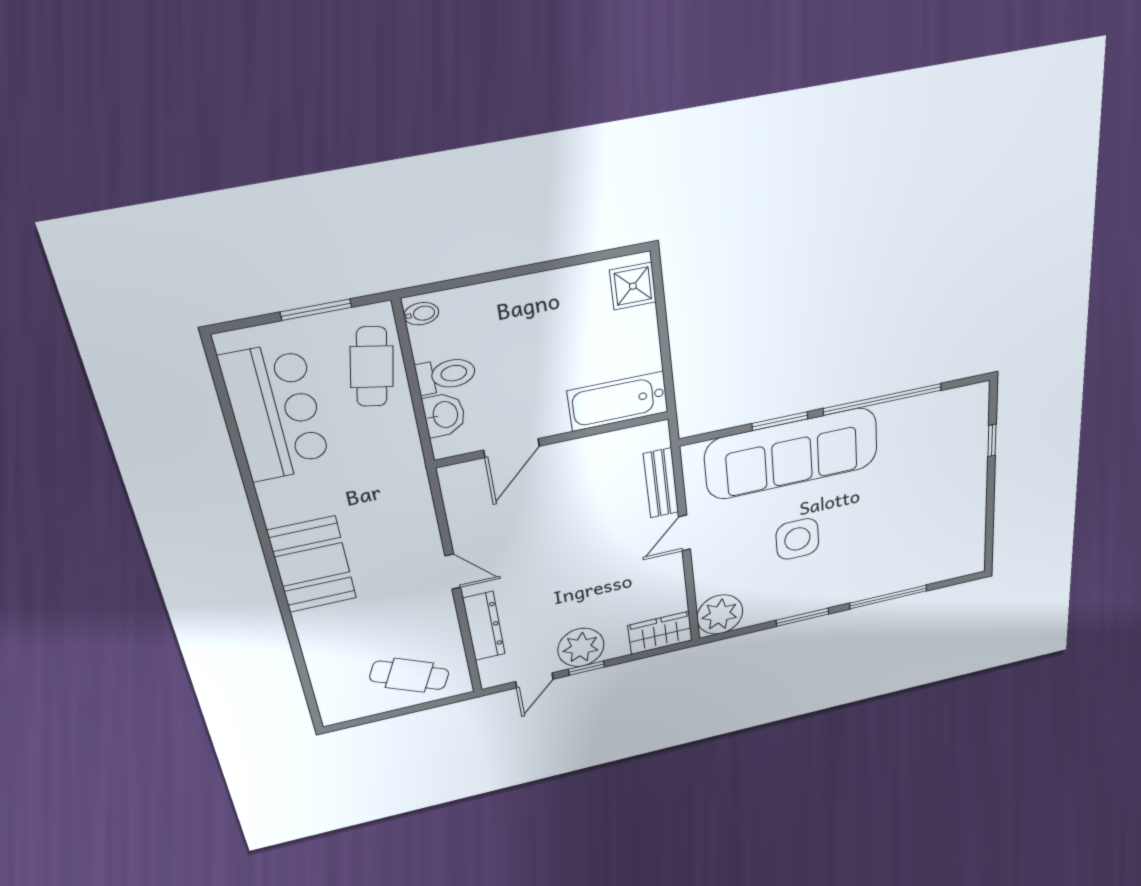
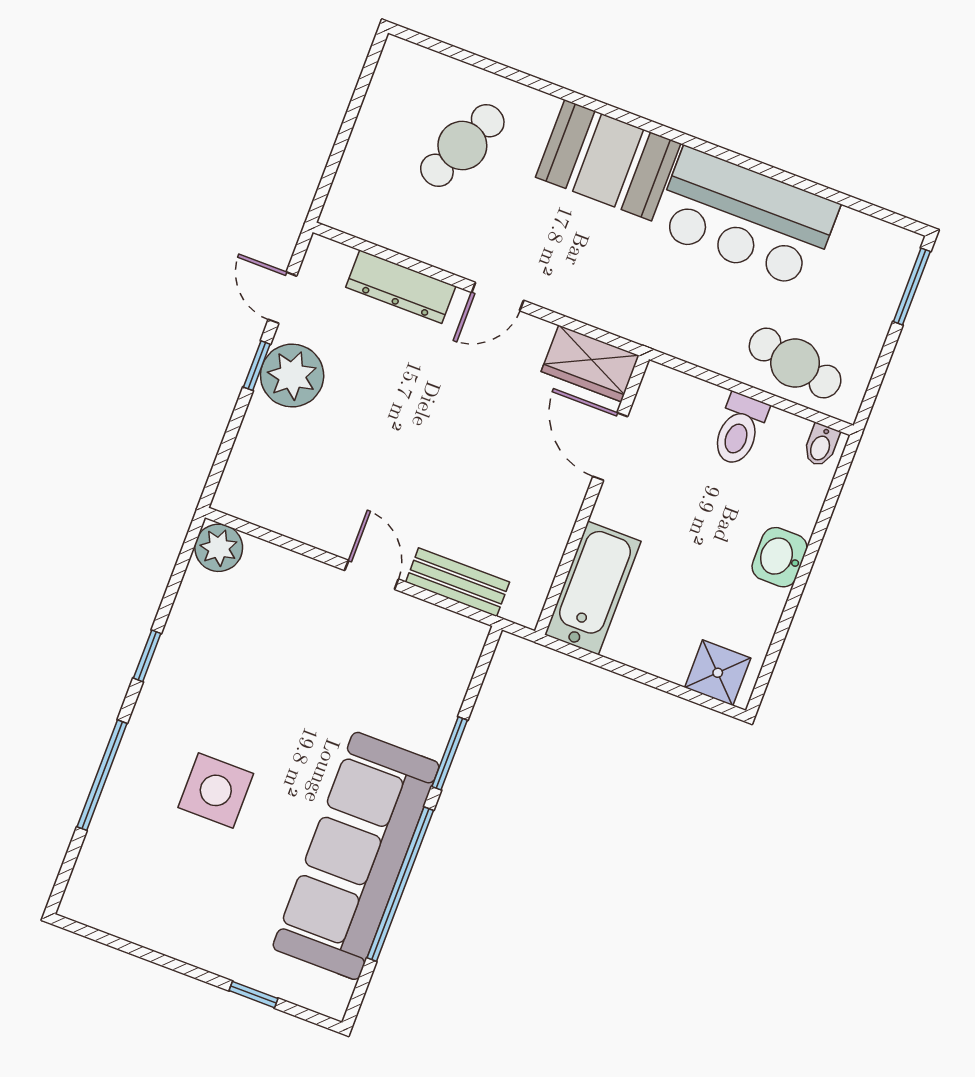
window: (316, 310) -> (912, 287), moved
bar counter: (276, 412) -> (746, 218), moved
washbasin: (444, 415) -> (779, 557), moved, turned 90
sofa: (792, 454) -> (356, 856), moved
side table: (797, 539) -> (216, 790), moved
plant: (720, 615) -> (219, 548), width x0.73, depth x0.73
window: (802, 617) -> (147, 656), width x0.67
wardrobe: (660, 633) -> (590, 364), moved, turned 90
cafe table: (409, 675) -> (462, 146), moved

